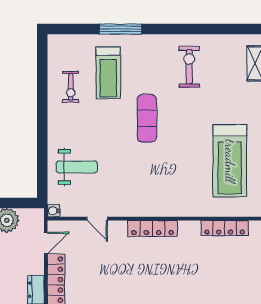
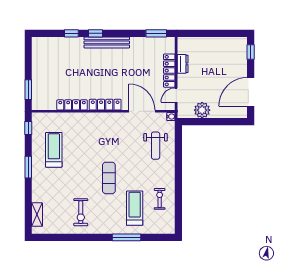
treadmill: (230, 161) -> (54, 150), width x0.73, depth x0.73
weight bench: (77, 167) -> (156, 146), turned -90
door: (97, 219) -> (142, 111), width x1.88
locker: (225, 228) -> (72, 105), moved

